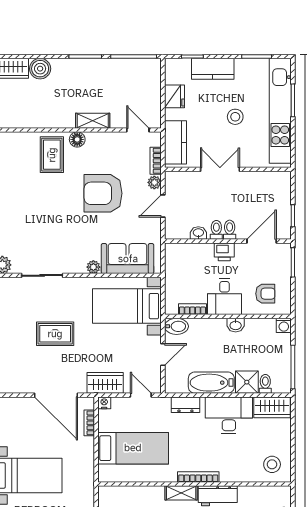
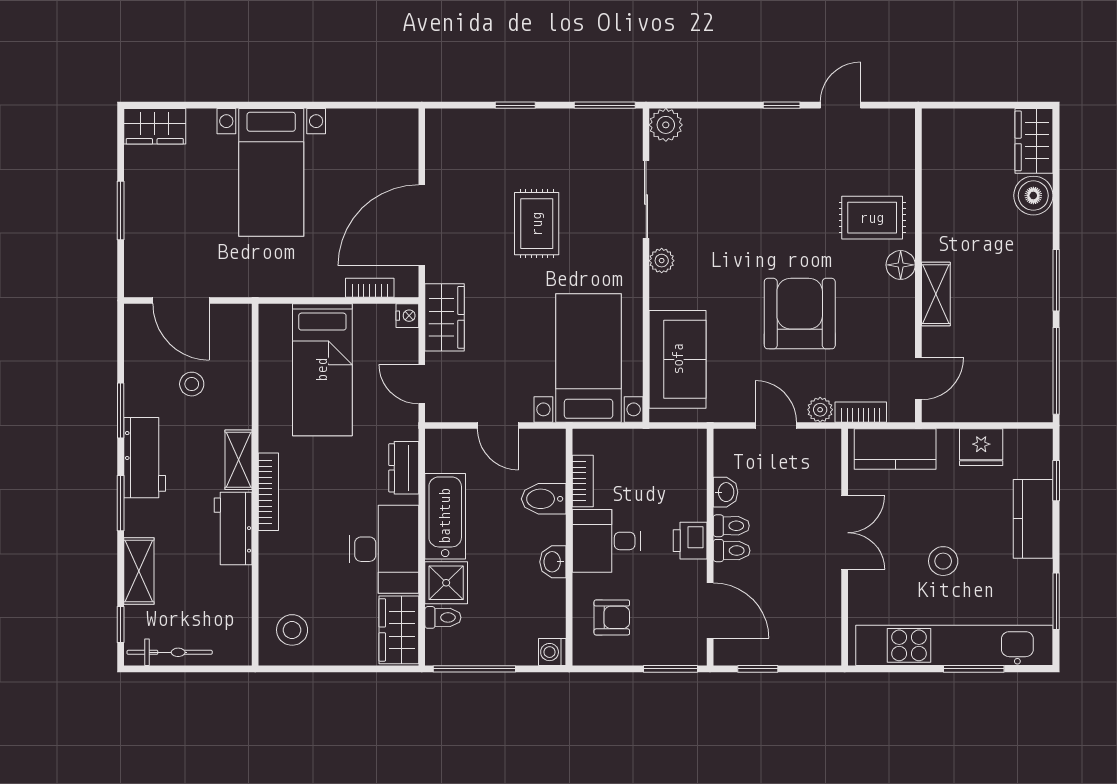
plant: (93, 267) -> (662, 261), moved
armchair: (265, 294) -> (612, 617), turned -90
bidet: (176, 326) -> (544, 499), moved, turned 90
door: (141, 395) -> (422, 384), swing flipped

